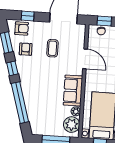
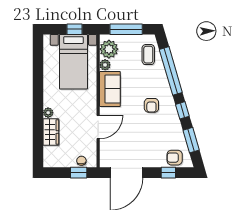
coffee table: (52, 48) -> (148, 55), moved
armchair: (26, 49) -> (151, 105), moved
door: (85, 59) -> (98, 127), swing flipped

